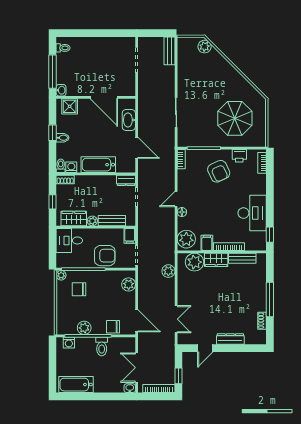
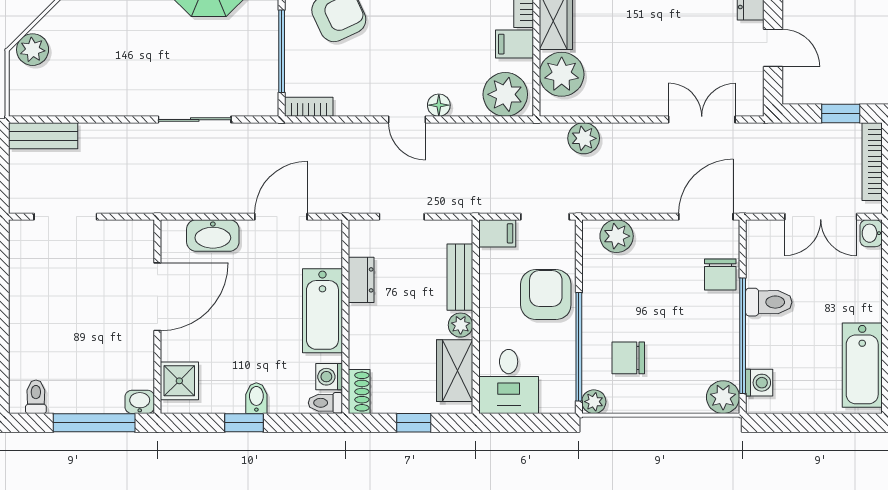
dresser: (126, 180) -> (361, 280), moved
chair: (79, 289) -> (628, 358), turned 90
plant: (84, 328) -> (723, 397), moved

